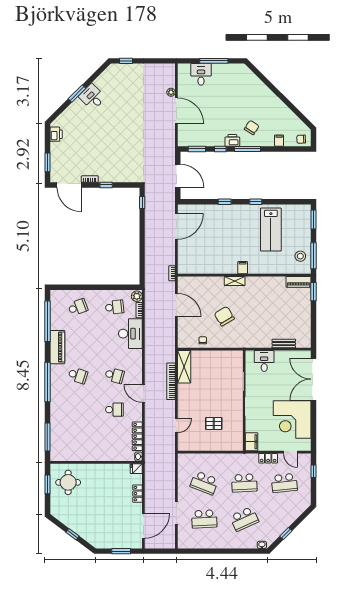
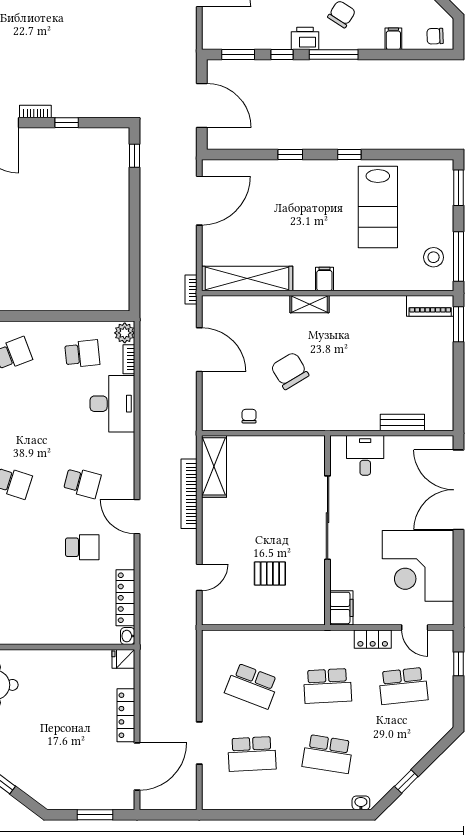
shelving: (202, 267) -> (247, 278), added
locker: (138, 494) -> (126, 715), width x1.53
school desk: (244, 519) -> (328, 754), turned 33

